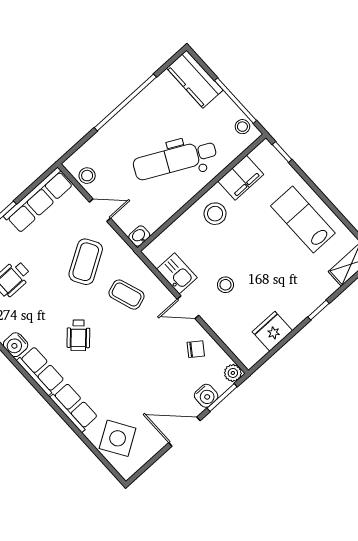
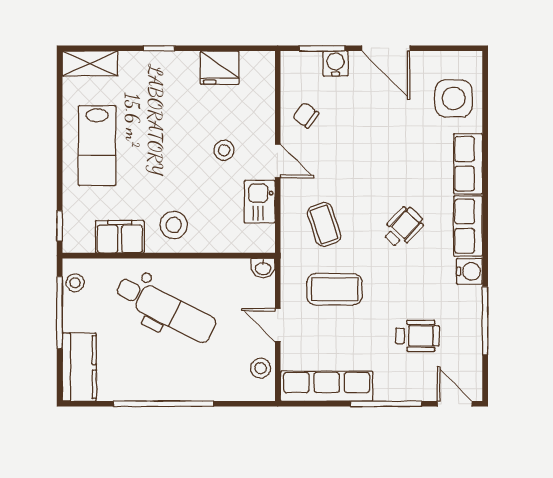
coffee table: (86, 262) -> (334, 289), turned 31
plant: (233, 373) -> (291, 62), removed
side table: (118, 438) -> (454, 98), turned 32

